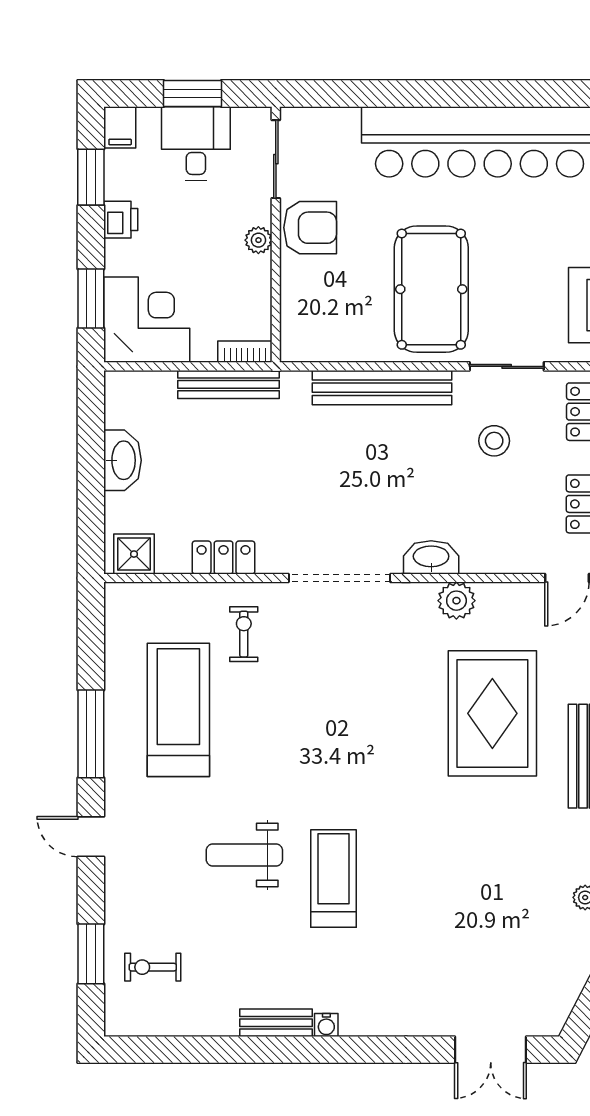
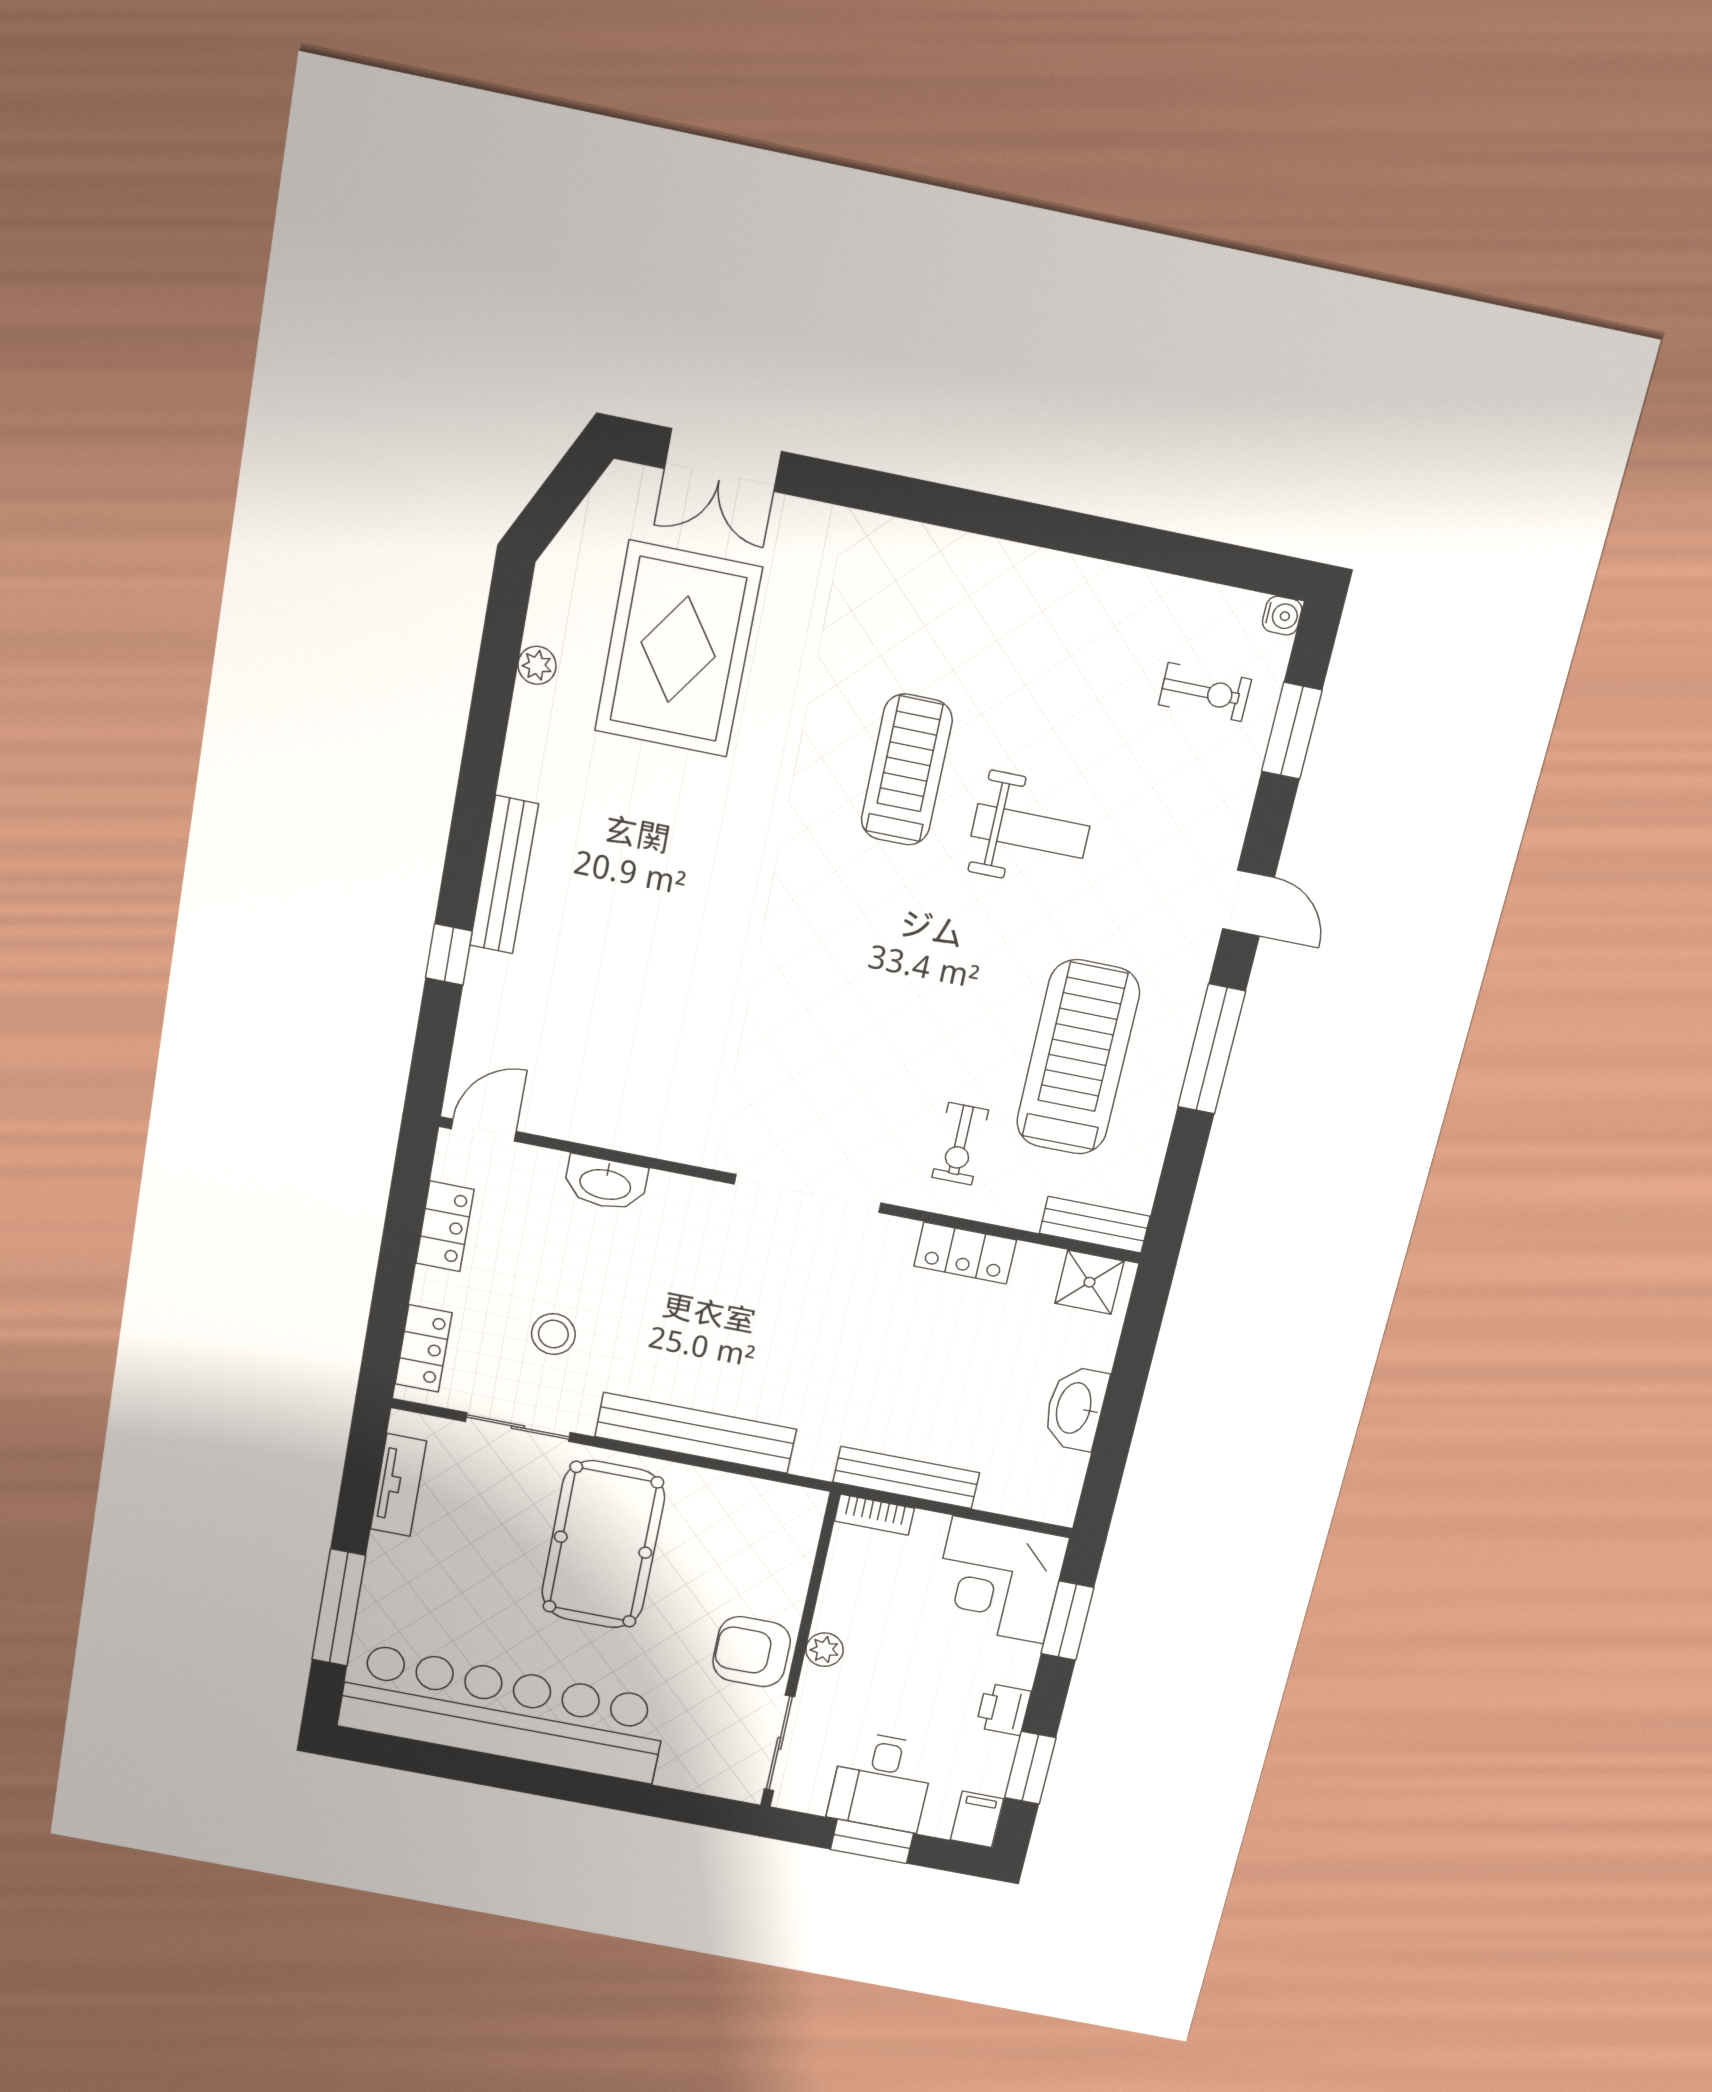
washbasin: (431, 557) -> (605, 1183), moved
plant: (456, 601) -> (647, 1130), removed
treadmill: (178, 710) -> (1078, 1058), turned 180
rug: (492, 713) -> (678, 649), moved
treadmill: (333, 878) -> (907, 770), turned 180
bench: (276, 1023) -> (1095, 1225), moved
water cooler: (326, 1025) -> (1282, 616), moved, turned 90
double door: (491, 1050) -> (723, 460), swing flipped

